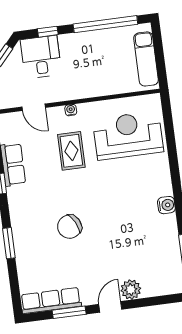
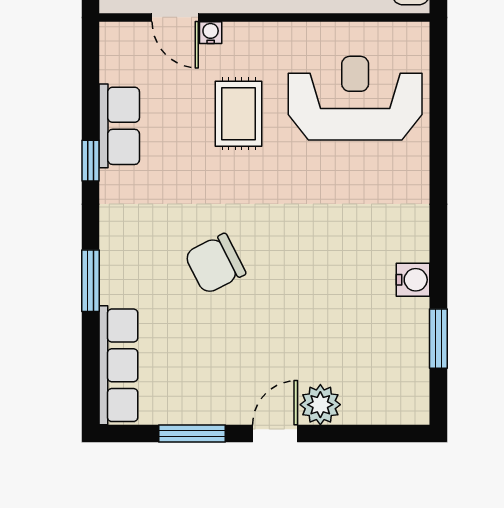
water cooler: (71, 110) -> (211, 33), moved
water cooler: (166, 205) -> (413, 280), moved
row of seats: (51, 301) -> (118, 365), moved, turned 90

